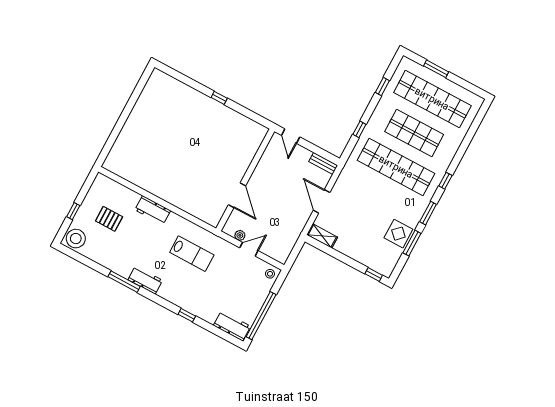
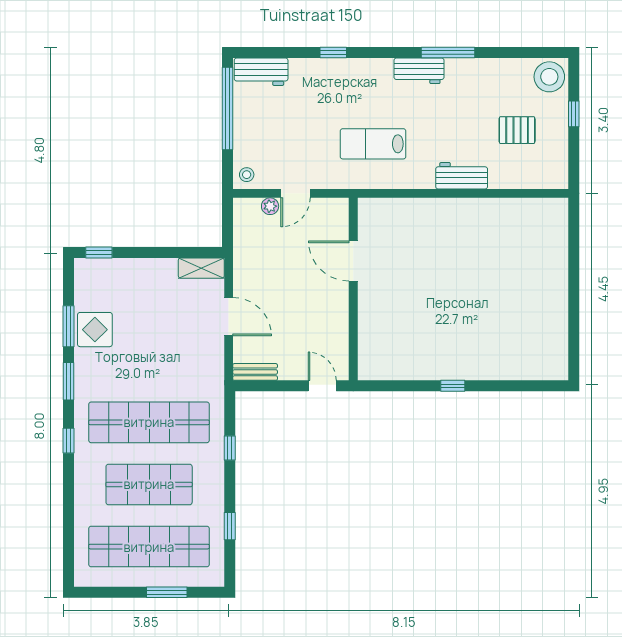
plant: (240, 235) -> (270, 206), moved

